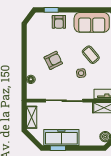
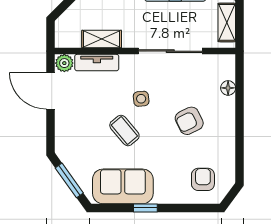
window: (51, 10) -> (145, 208), moved
armchair: (59, 22) -> (203, 179), moved

